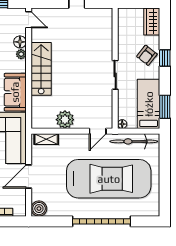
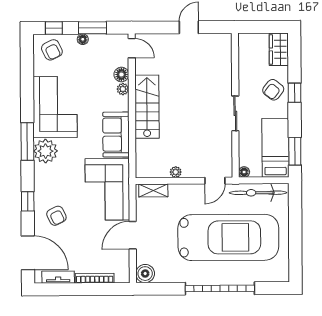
plant: (65, 120) -> (176, 172), width x0.53, depth x0.53

